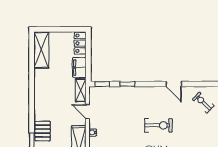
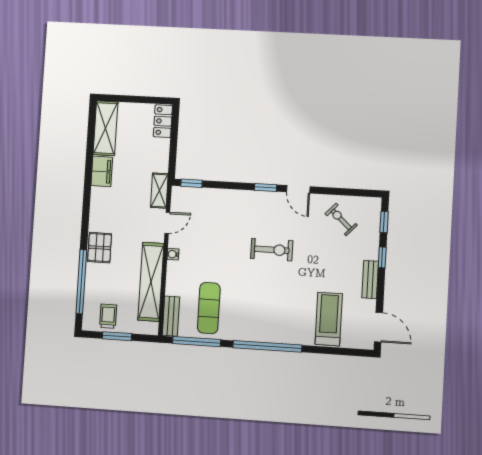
filing cabinet: (79, 68) -> (102, 171), moved, turned 180
window: (127, 84) -> (266, 187), moved
door: (87, 112) -> (167, 223), swing flipped

